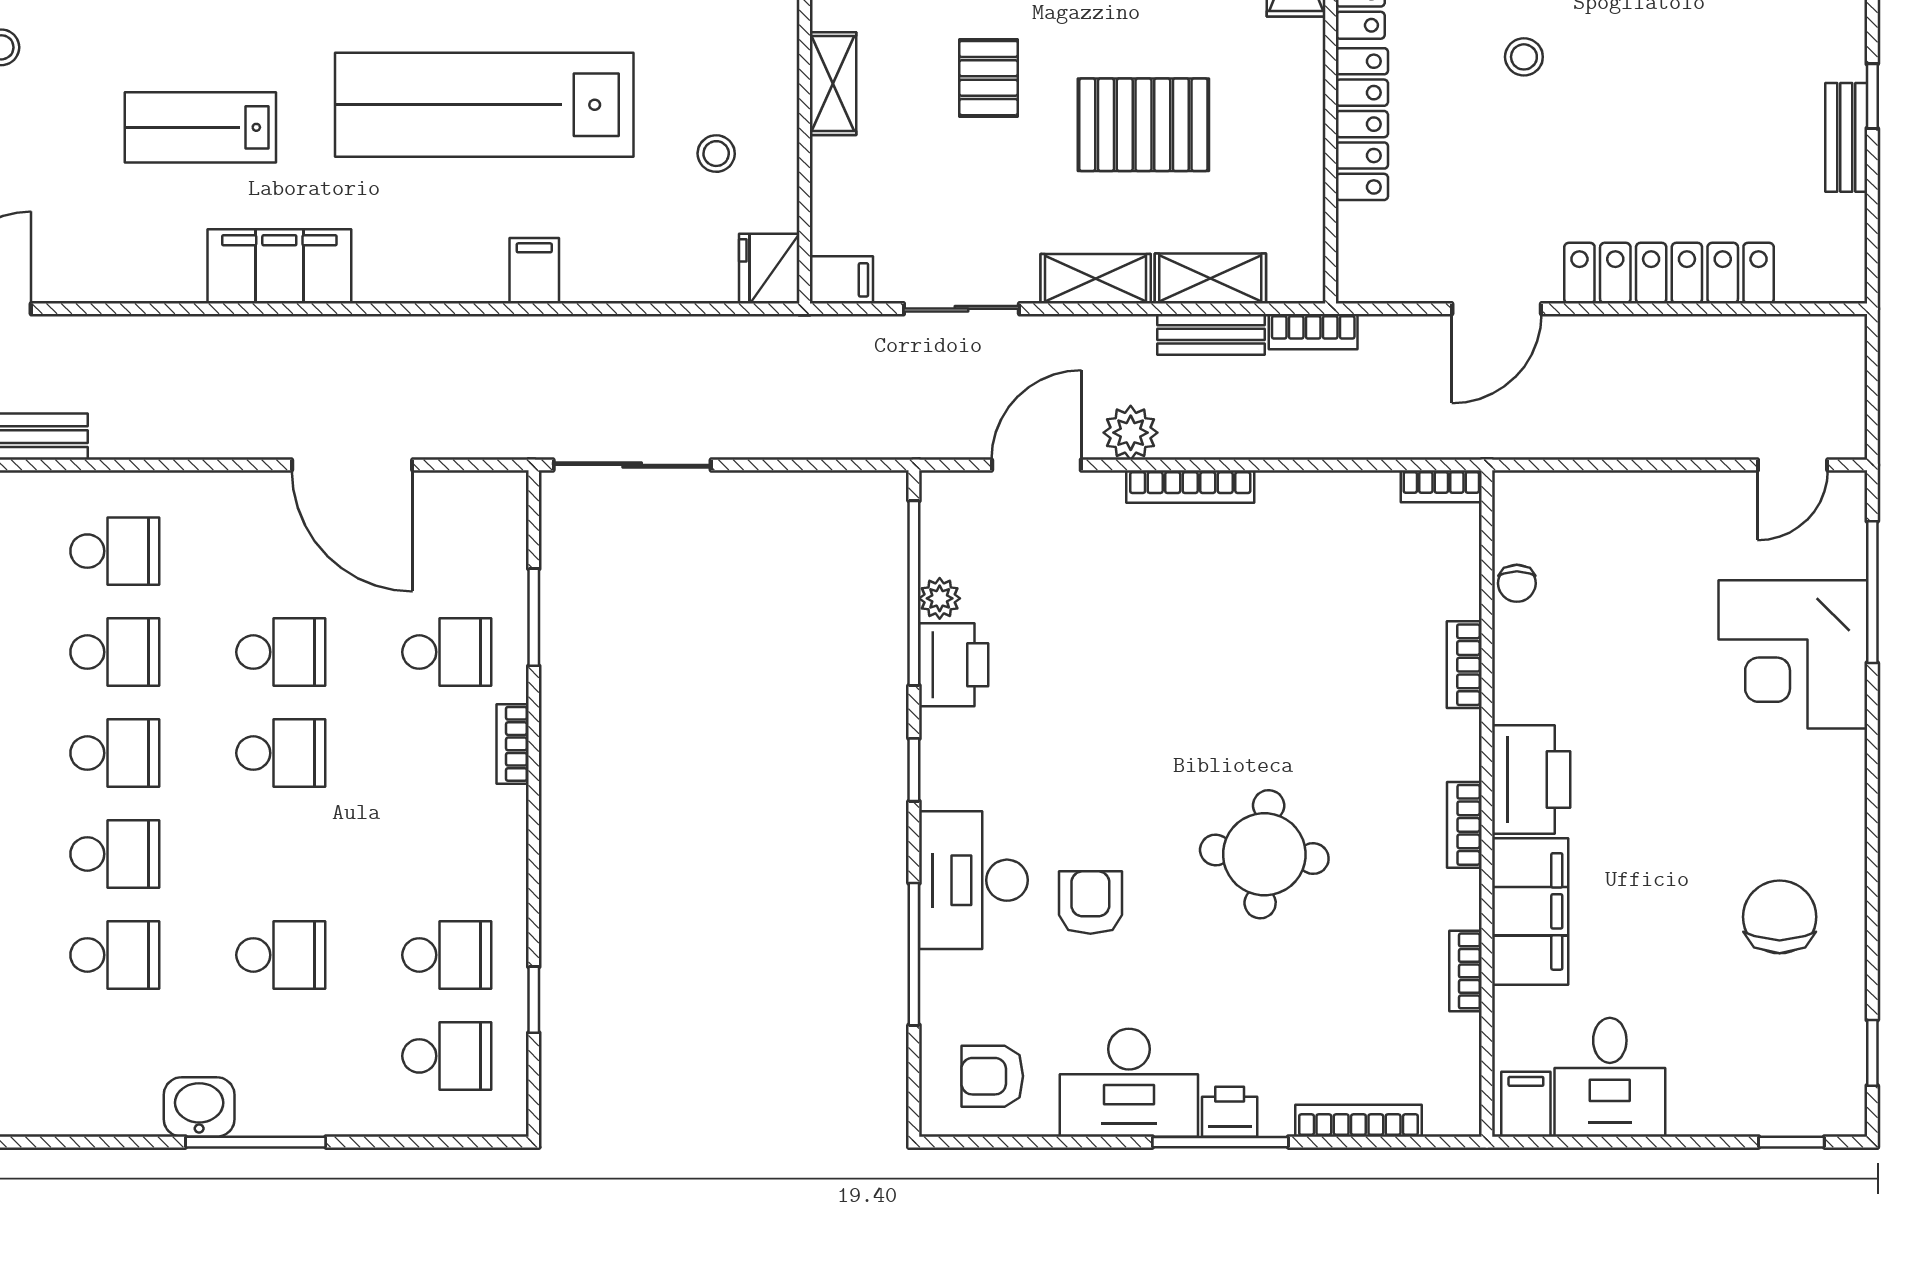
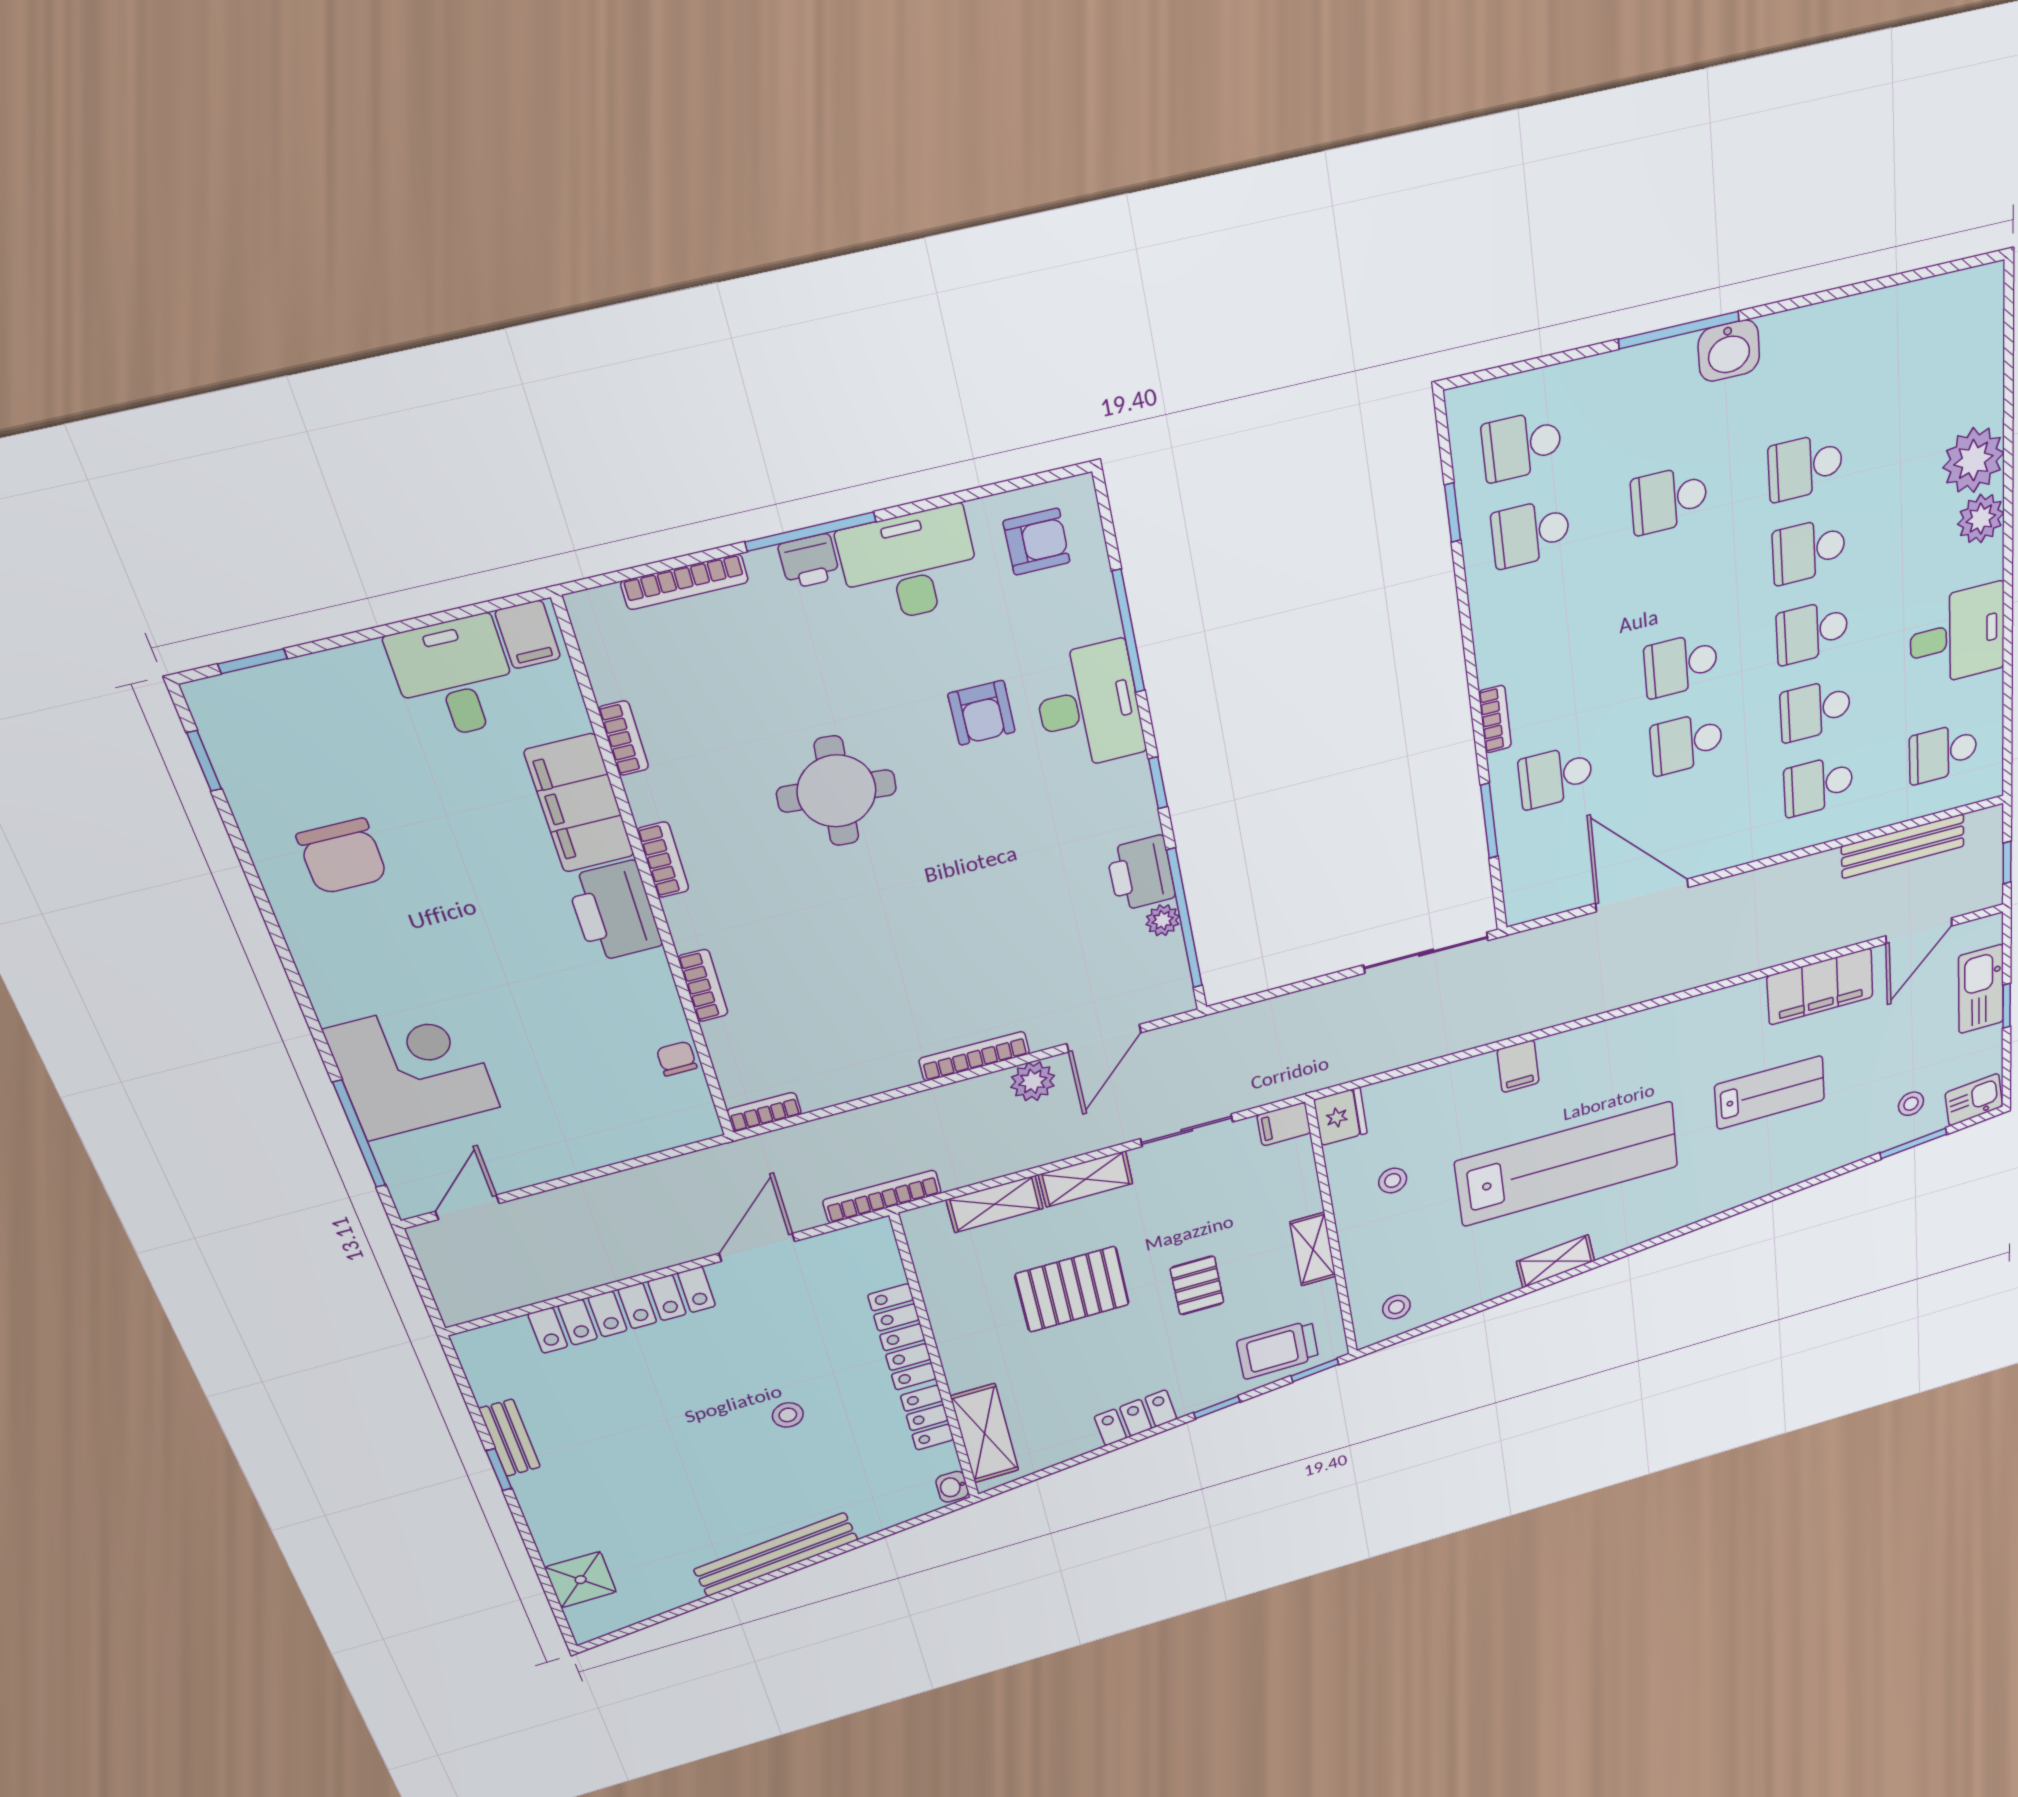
filing cabinet: (279, 266) -> (1820, 987), moved
bookcase: (1313, 332) -> (882, 1197), width x1.56
bench: (1211, 334) -> (984, 1167), removed

